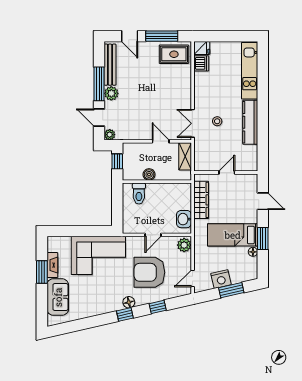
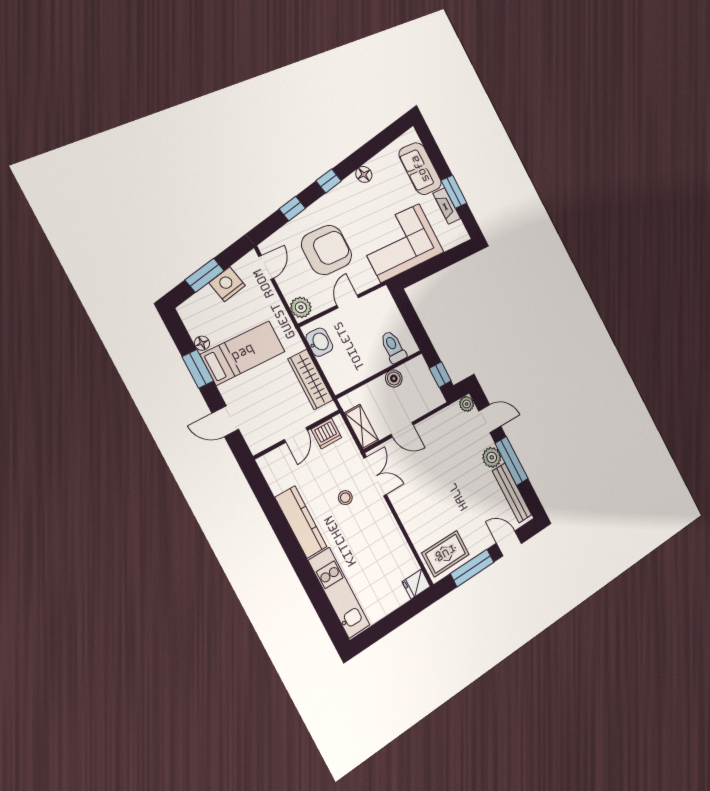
dishwasher: (201, 63) -> (326, 433), moved, turned -90
floor lamp: (129, 302) -> (364, 174), moved

